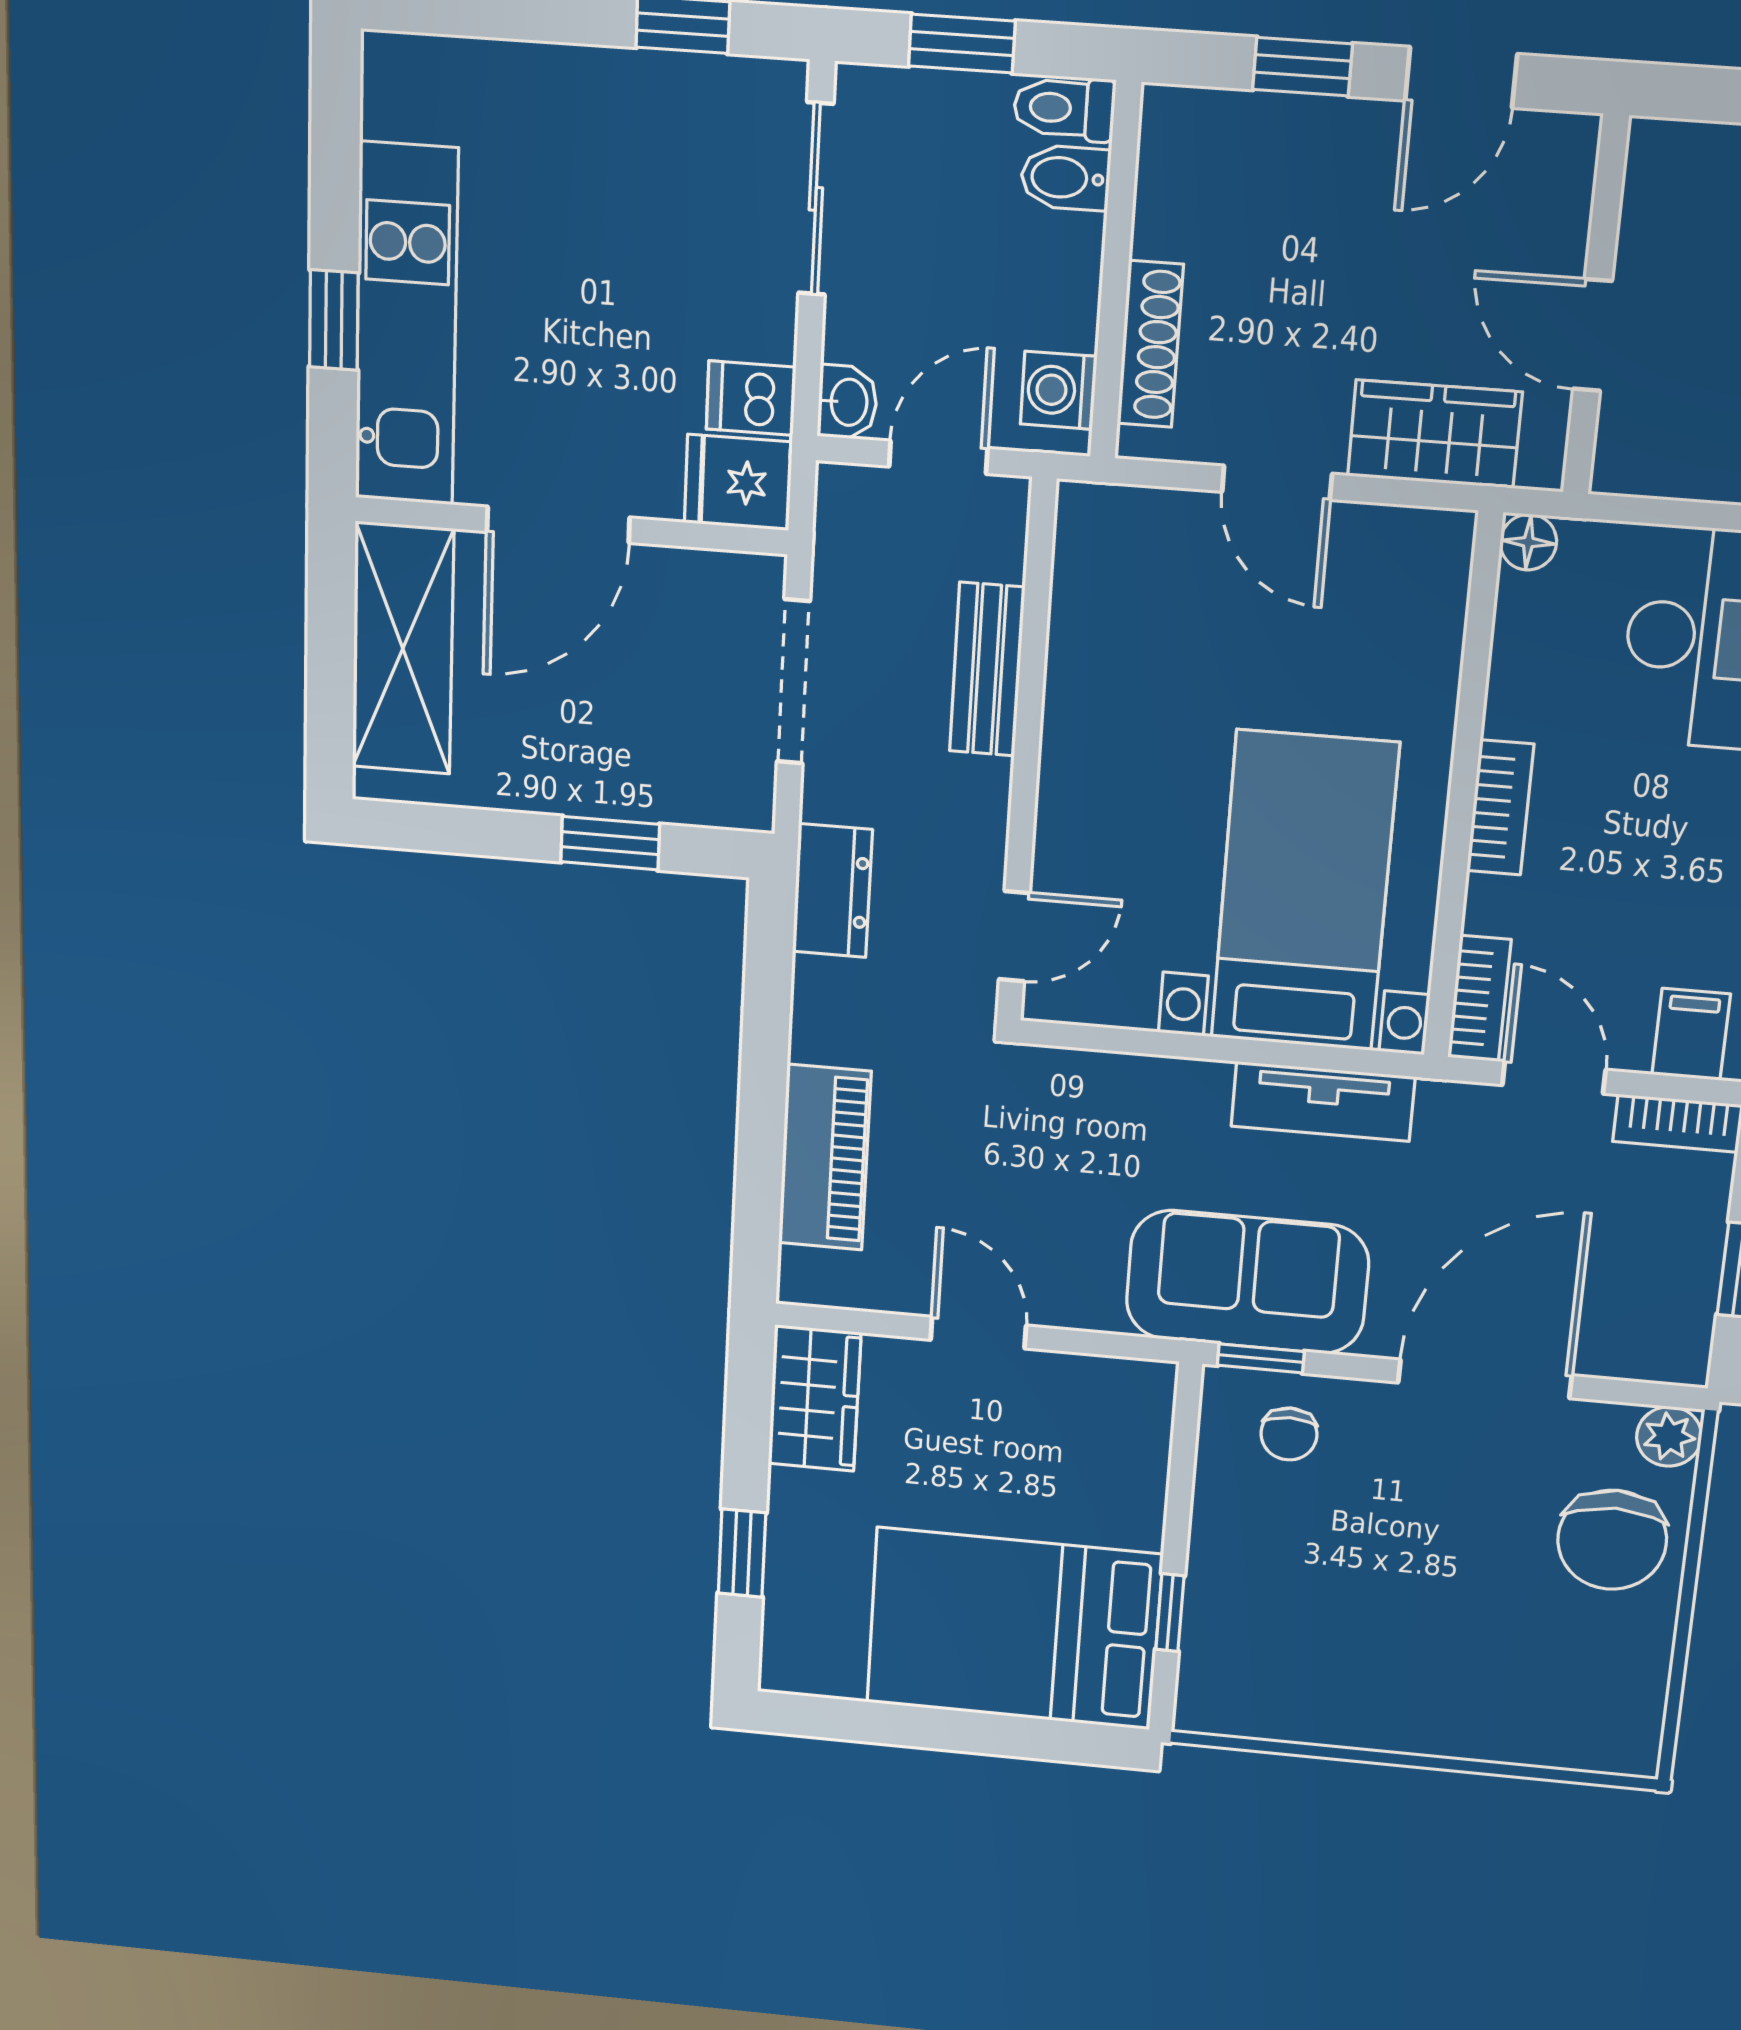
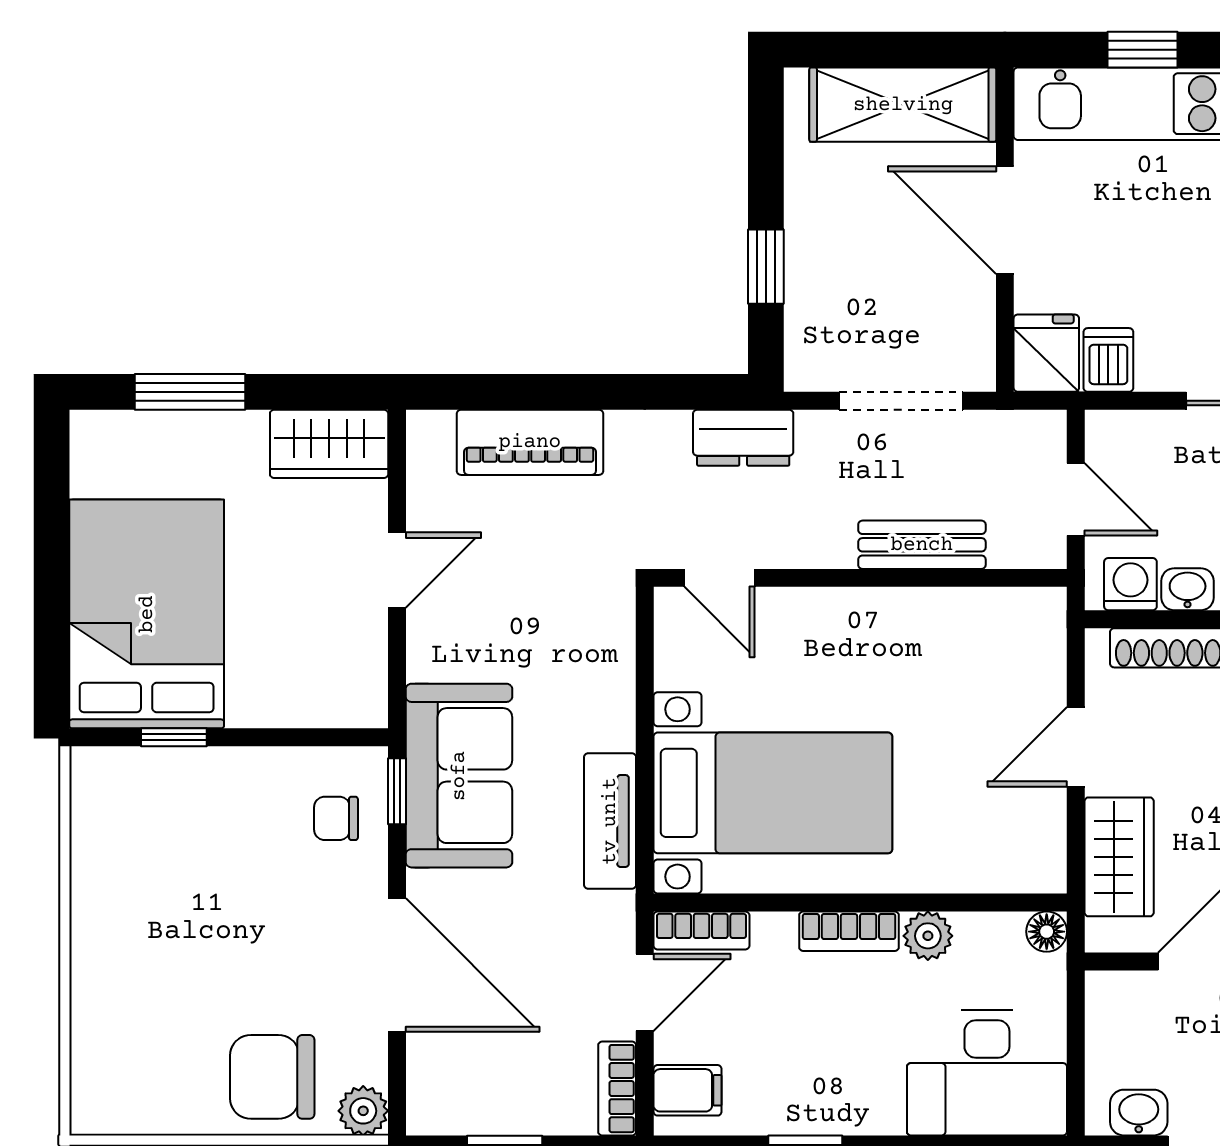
washbasin: (847, 402) -> (1188, 589), moved, turned 180
plant: (1517, 703) -> (928, 936), added
window: (742, 1553) -> (190, 392), width x1.50

